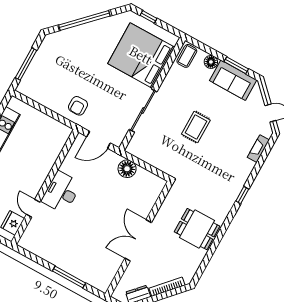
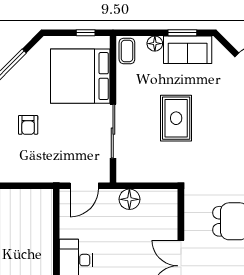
window: (149, 17) -> (86, 33), moved
armchair: (78, 106) -> (28, 125), moved
rug: (196, 127) -> (176, 118), width x1.36, depth x1.43

